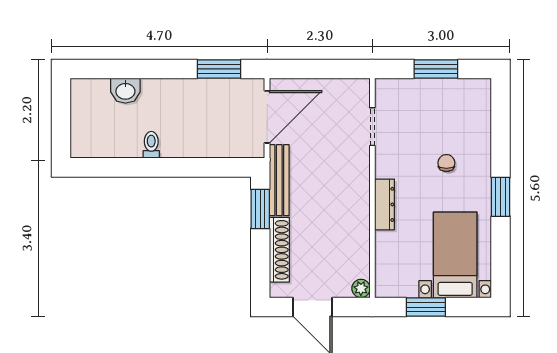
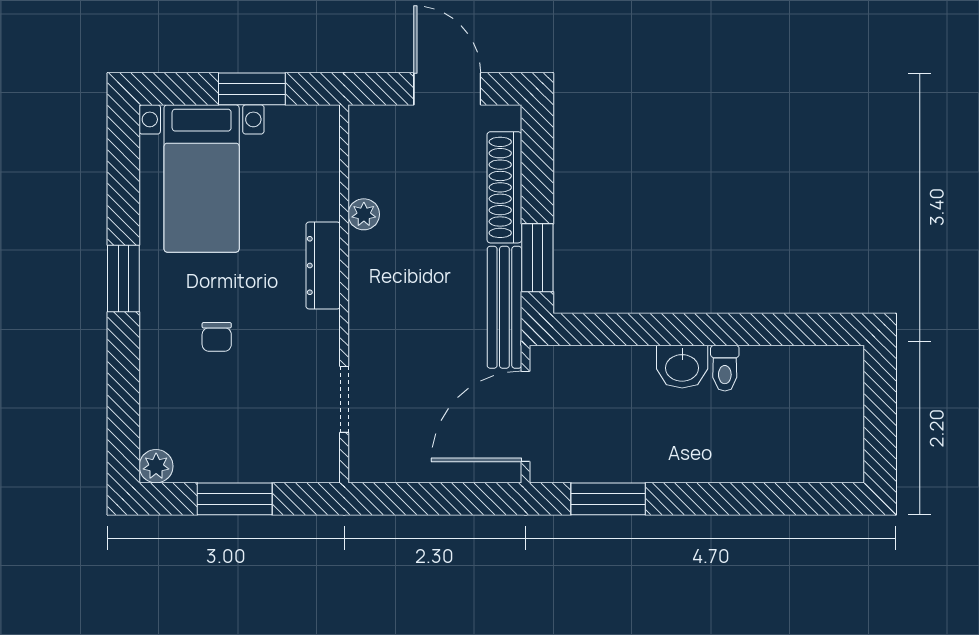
plant: (482, 88) -> (156, 466), added
washbasin: (125, 91) -> (682, 367), moved, turned 180
plant: (361, 288) -> (364, 214), moved

